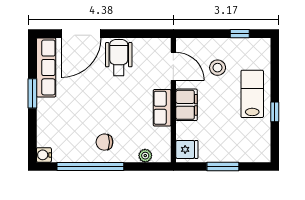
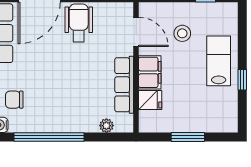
row of seats: (162, 108) -> (124, 85), width x1.48
chair: (104, 142) -> (14, 100), moved
fridge: (187, 149) -> (150, 100), moved

